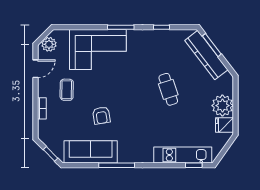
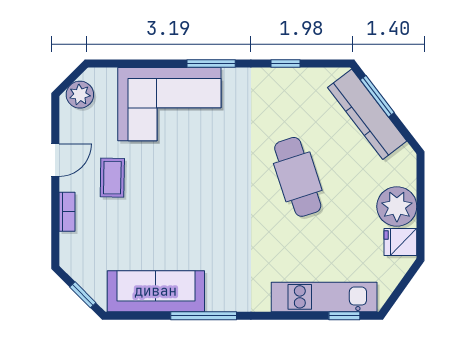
door: (35, 69) -> (55, 160), moved
cafe table: (168, 89) -> (298, 177), width x1.37, depth x1.35
armchair: (101, 115) -> (176, 225), removed

